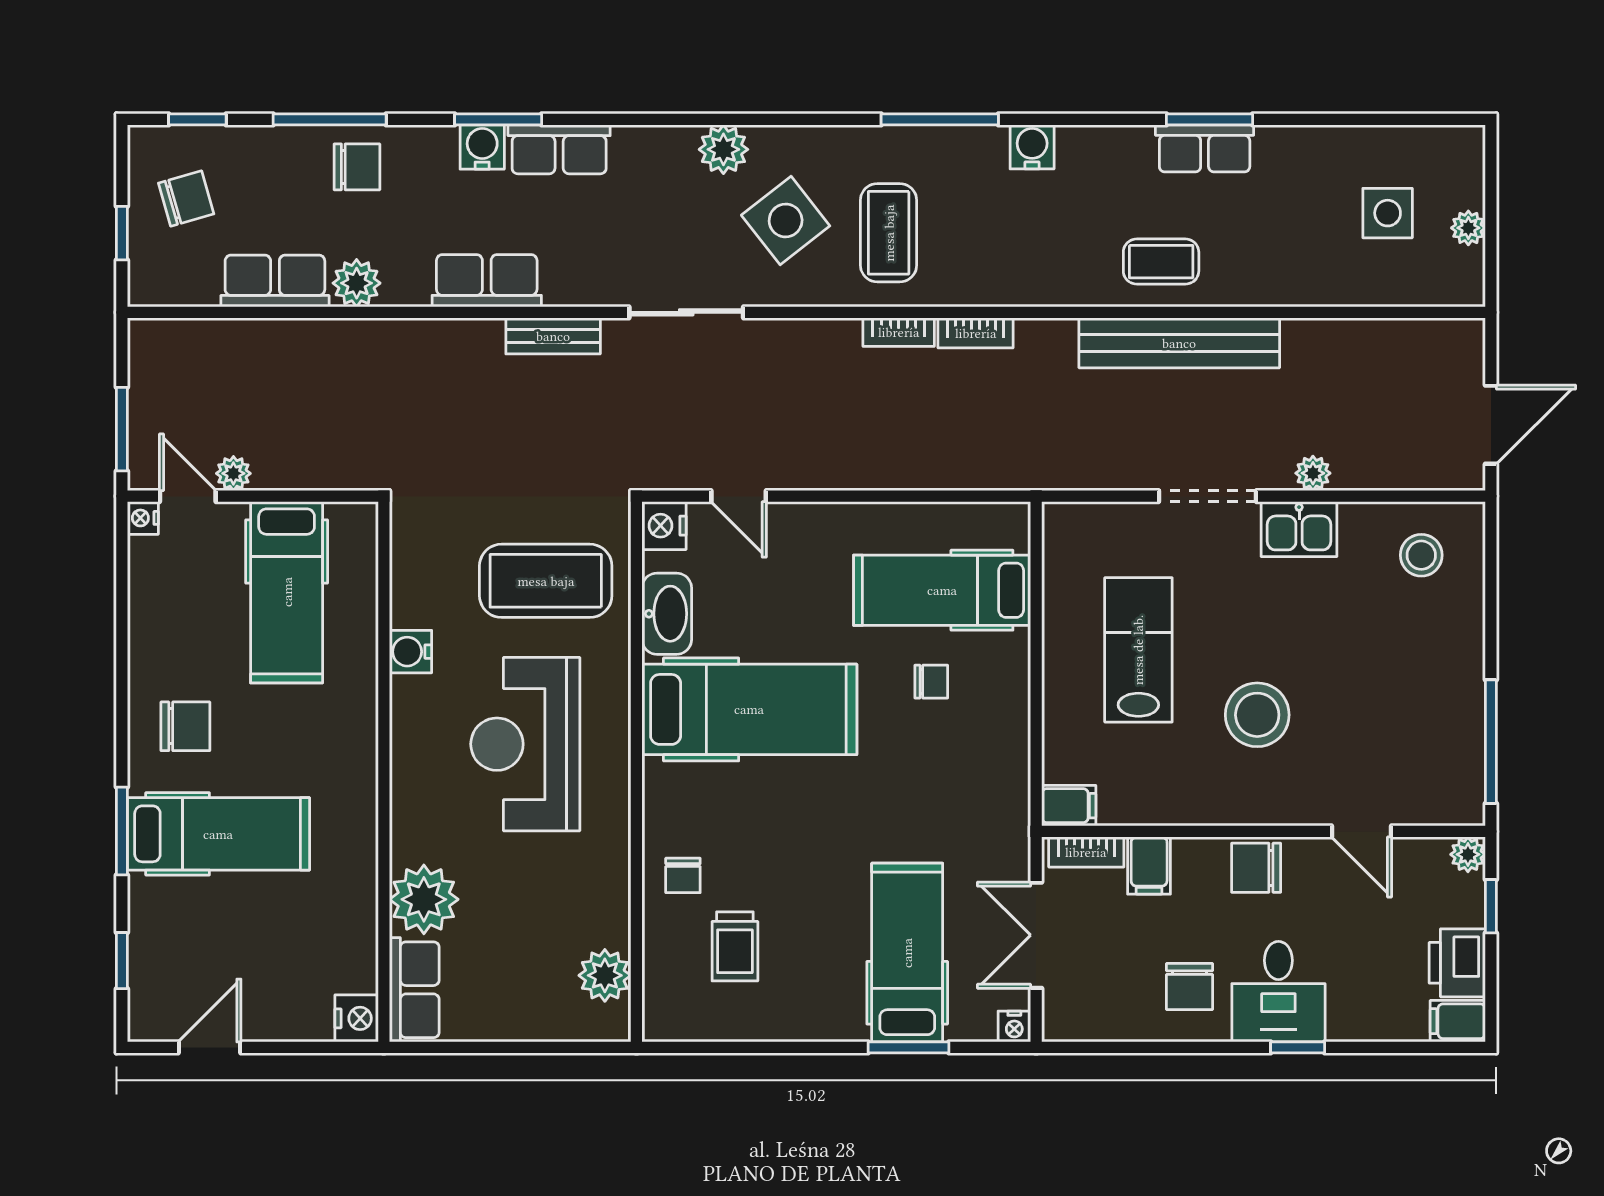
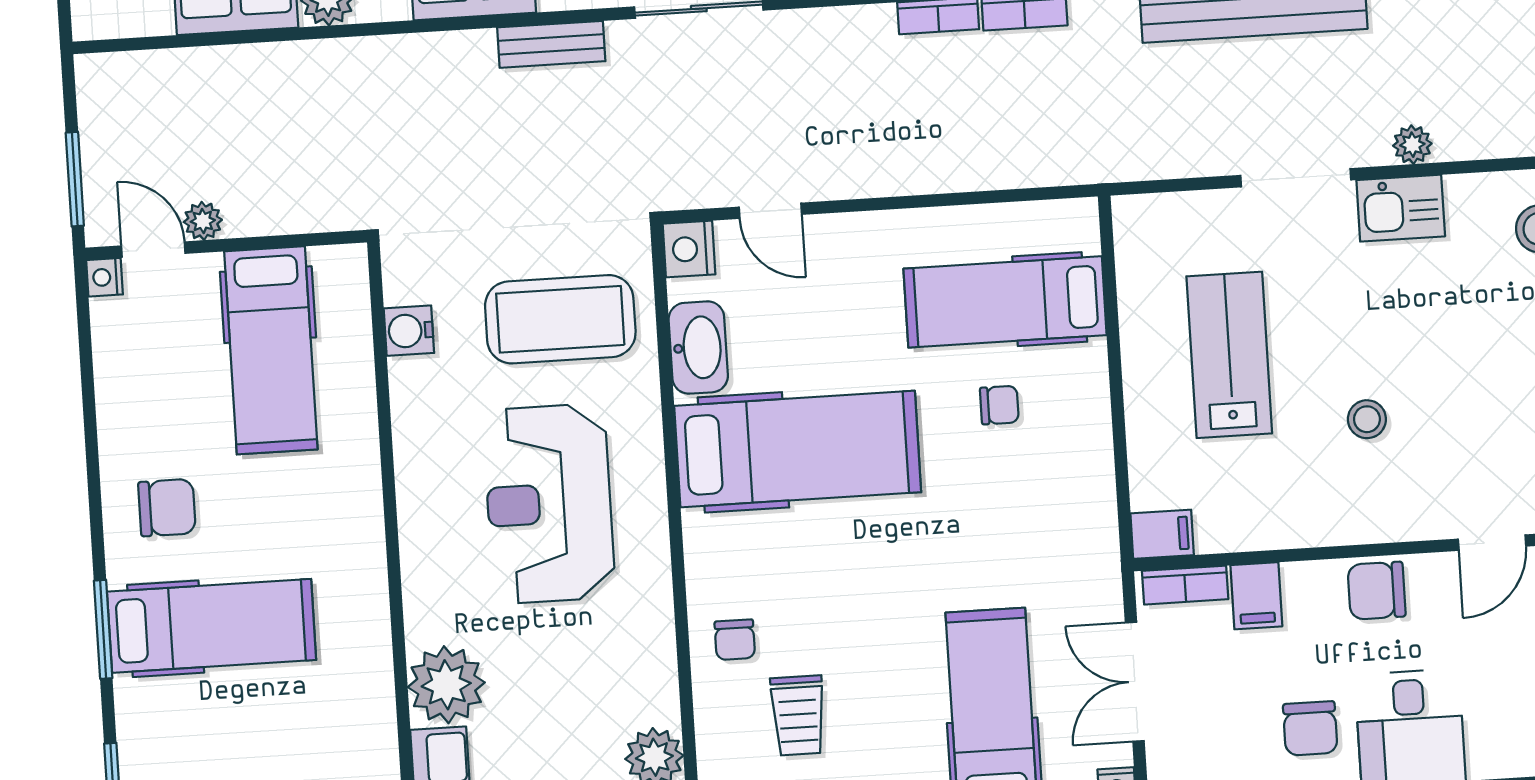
water cooler: (410, 652) -> (409, 331), moved
stool: (1257, 715) -> (1367, 419), width x0.53, depth x0.53
door: (1362, 831) -> (1492, 543), hinge flipped

